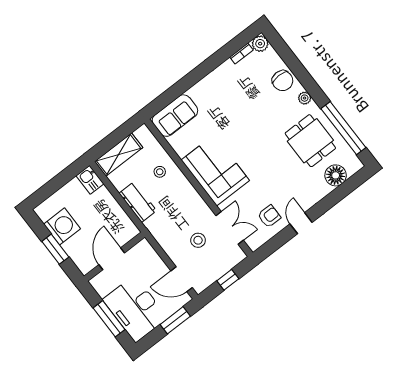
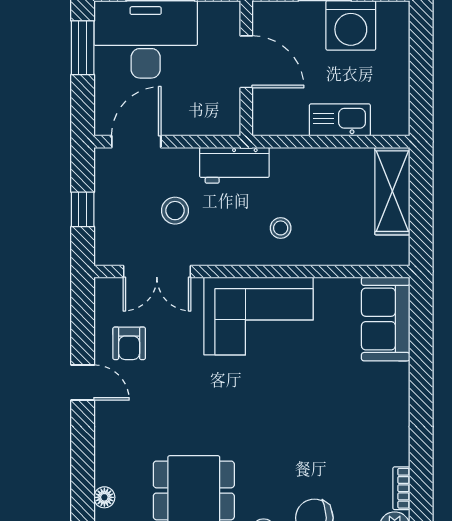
stool: (160, 172) -> (281, 228), moved
floor lamp: (336, 175) -> (104, 497), width x0.53, depth x0.53
kitchen sink: (90, 180) -> (340, 120), moved, width x1.38
workbench: (138, 202) -> (234, 165), moved
window: (175, 320) -> (83, 48), moved

